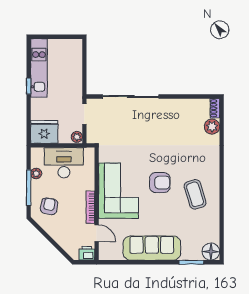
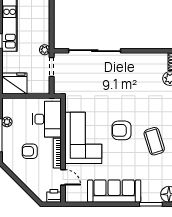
plant: (77, 137) -> (45, 50), moved
desk: (64, 163) -> (47, 119), moved, turned 90
armchair: (160, 183) -> (122, 130), turned 180
armchair: (49, 206) -> (30, 151), moved, turned -100

